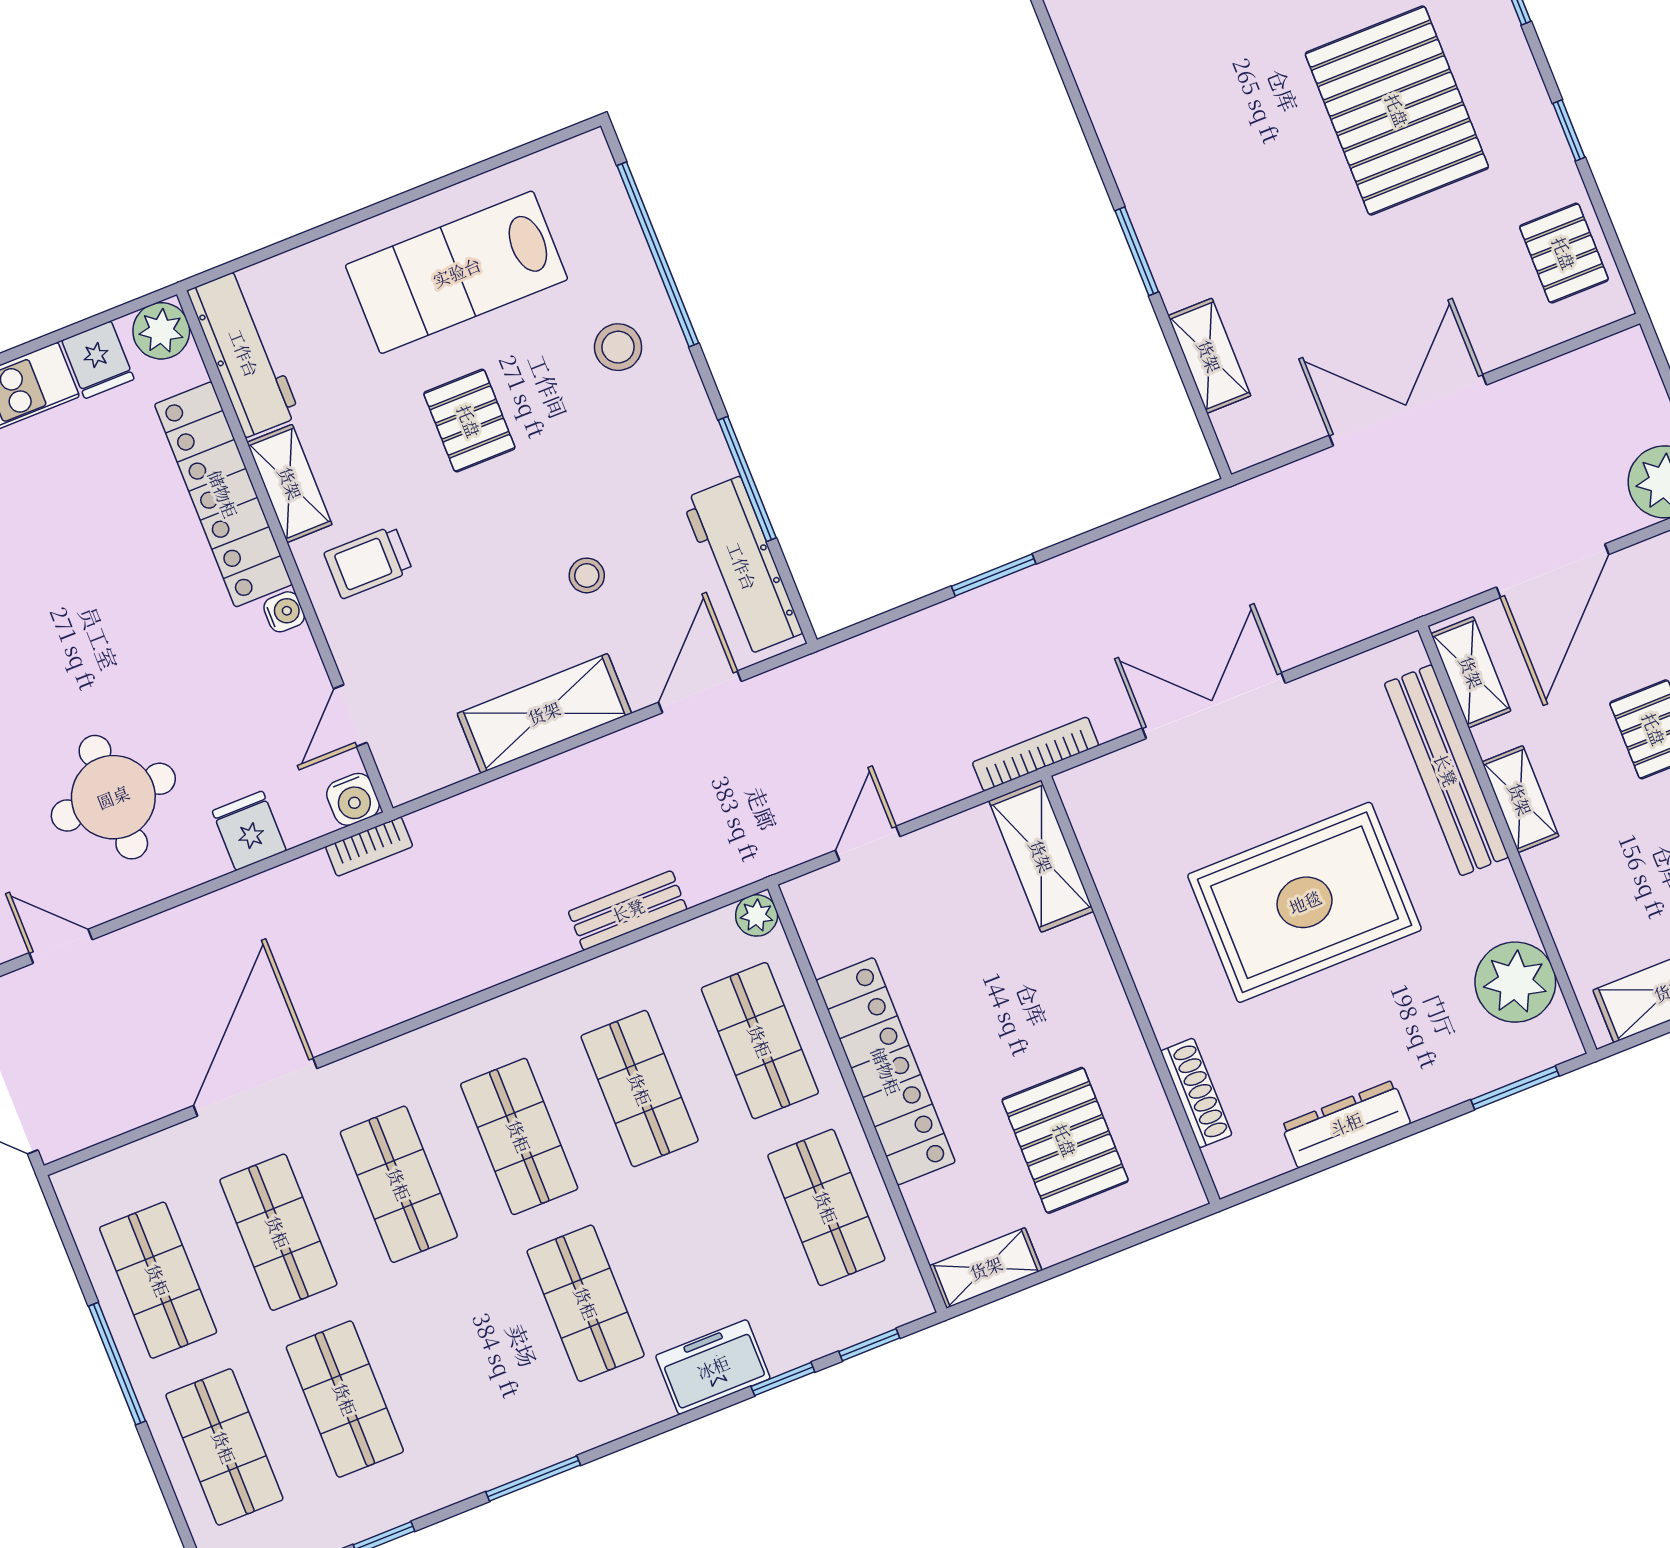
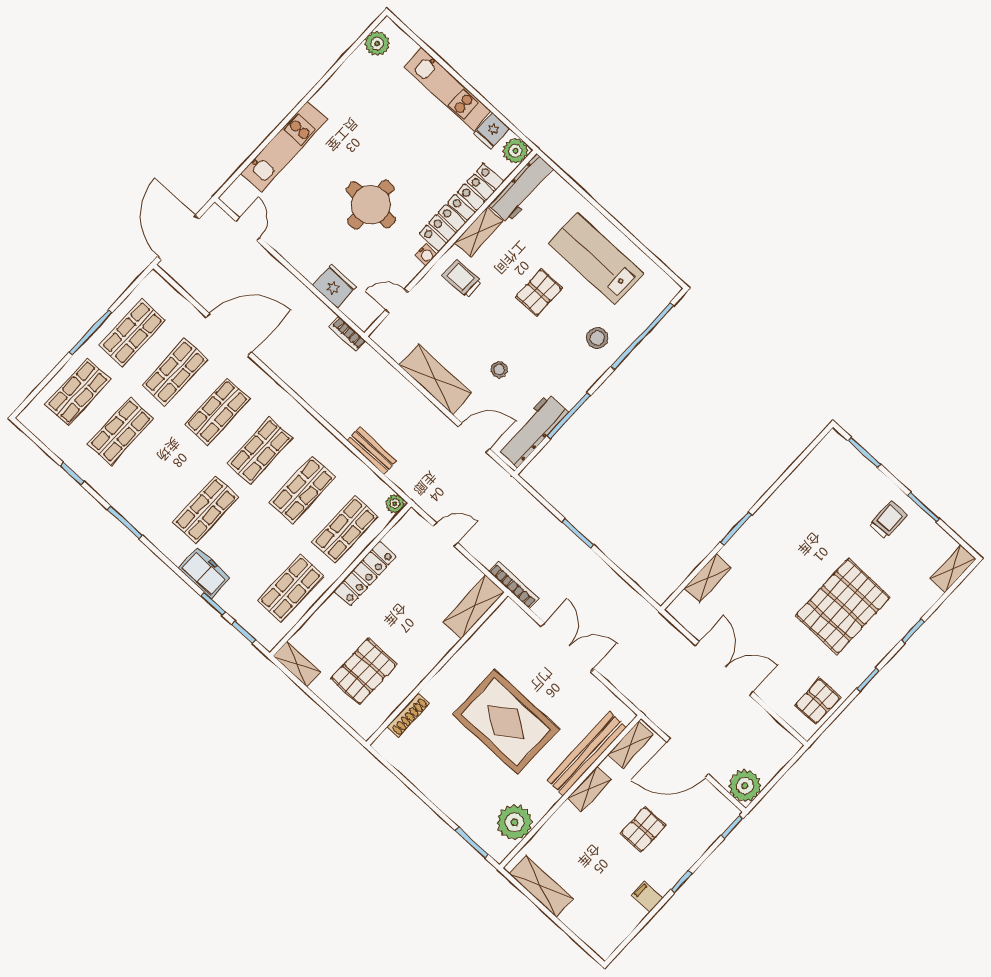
round table: (113, 797) -> (371, 205), moved
water cooler: (353, 799) -> (364, 319), removed
fridge: (249, 831) -> (334, 286), width x1.38
locker: (886, 1071) -> (365, 574), width x0.71, depth x0.83
dresser: (1346, 1124) -> (425, 781), removed

